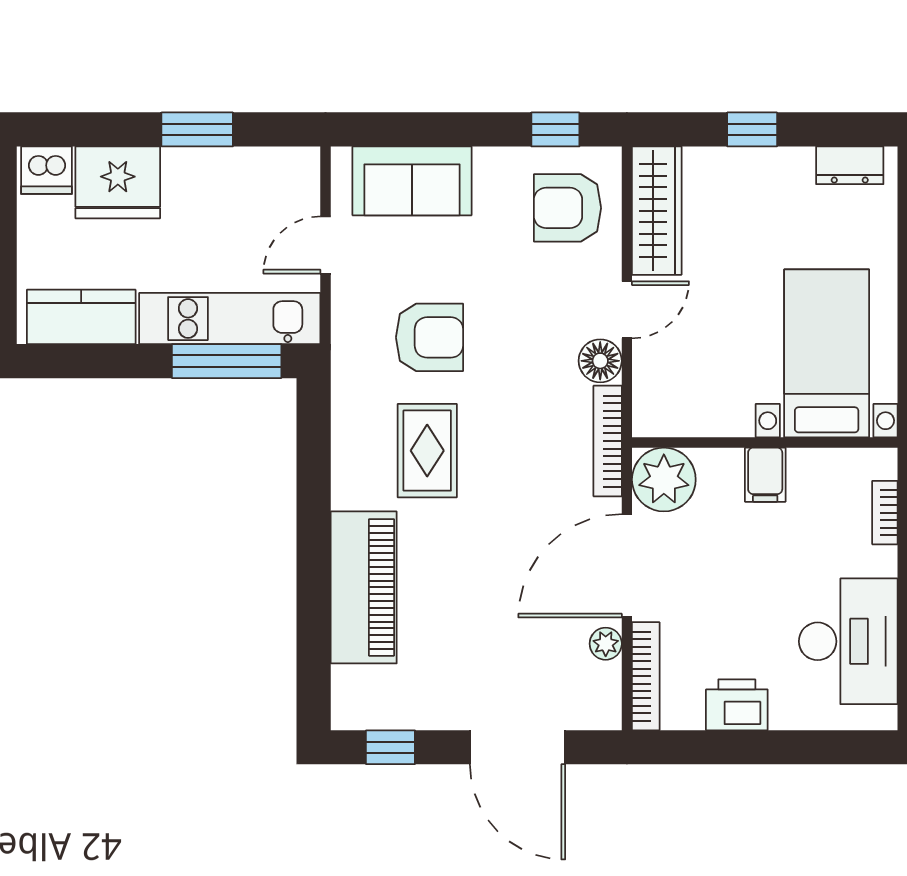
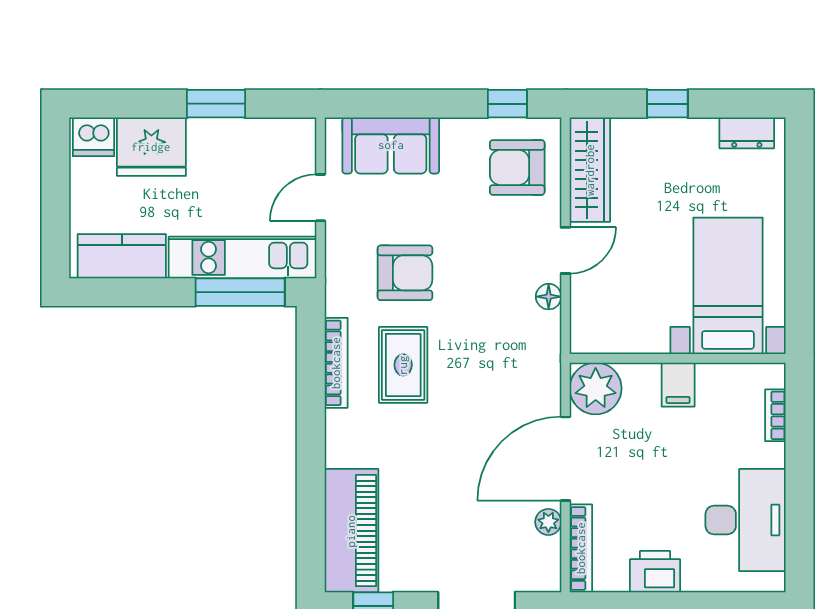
floor lamp: (600, 361) -> (549, 297), width x0.73, depth x0.73
bookcase: (608, 441) -> (336, 363), moved, turned 180
piano: (364, 587) -> (351, 531), moved

